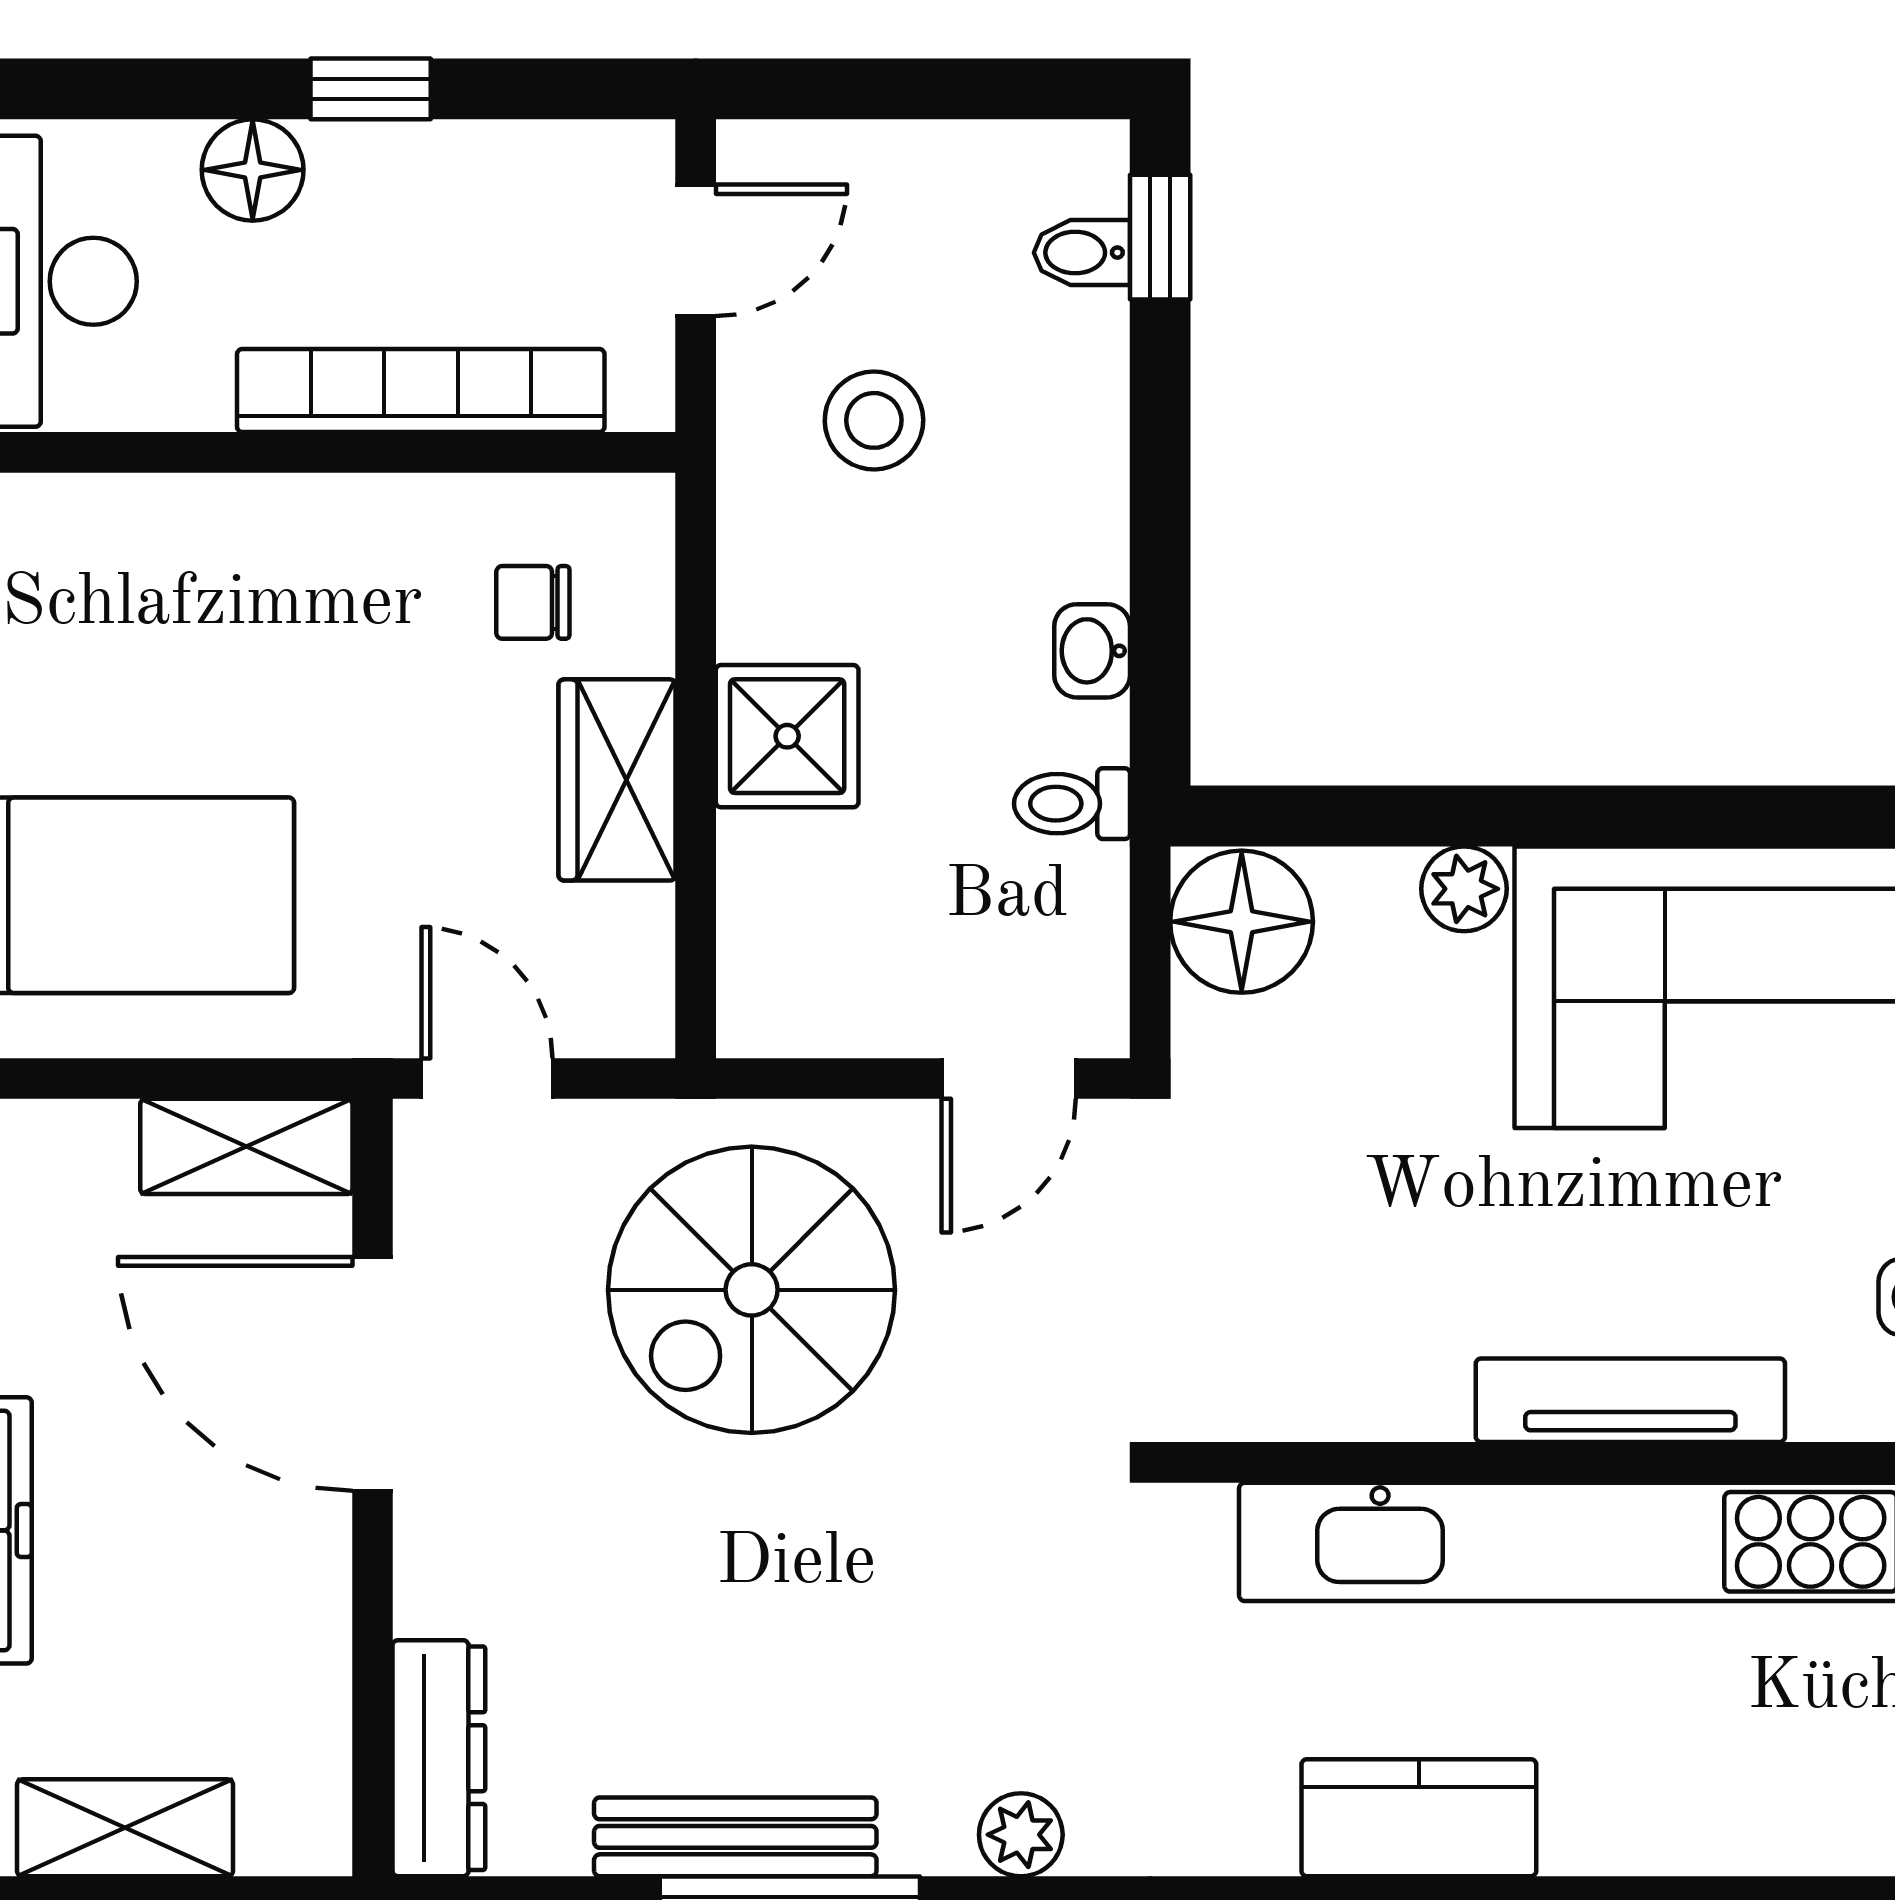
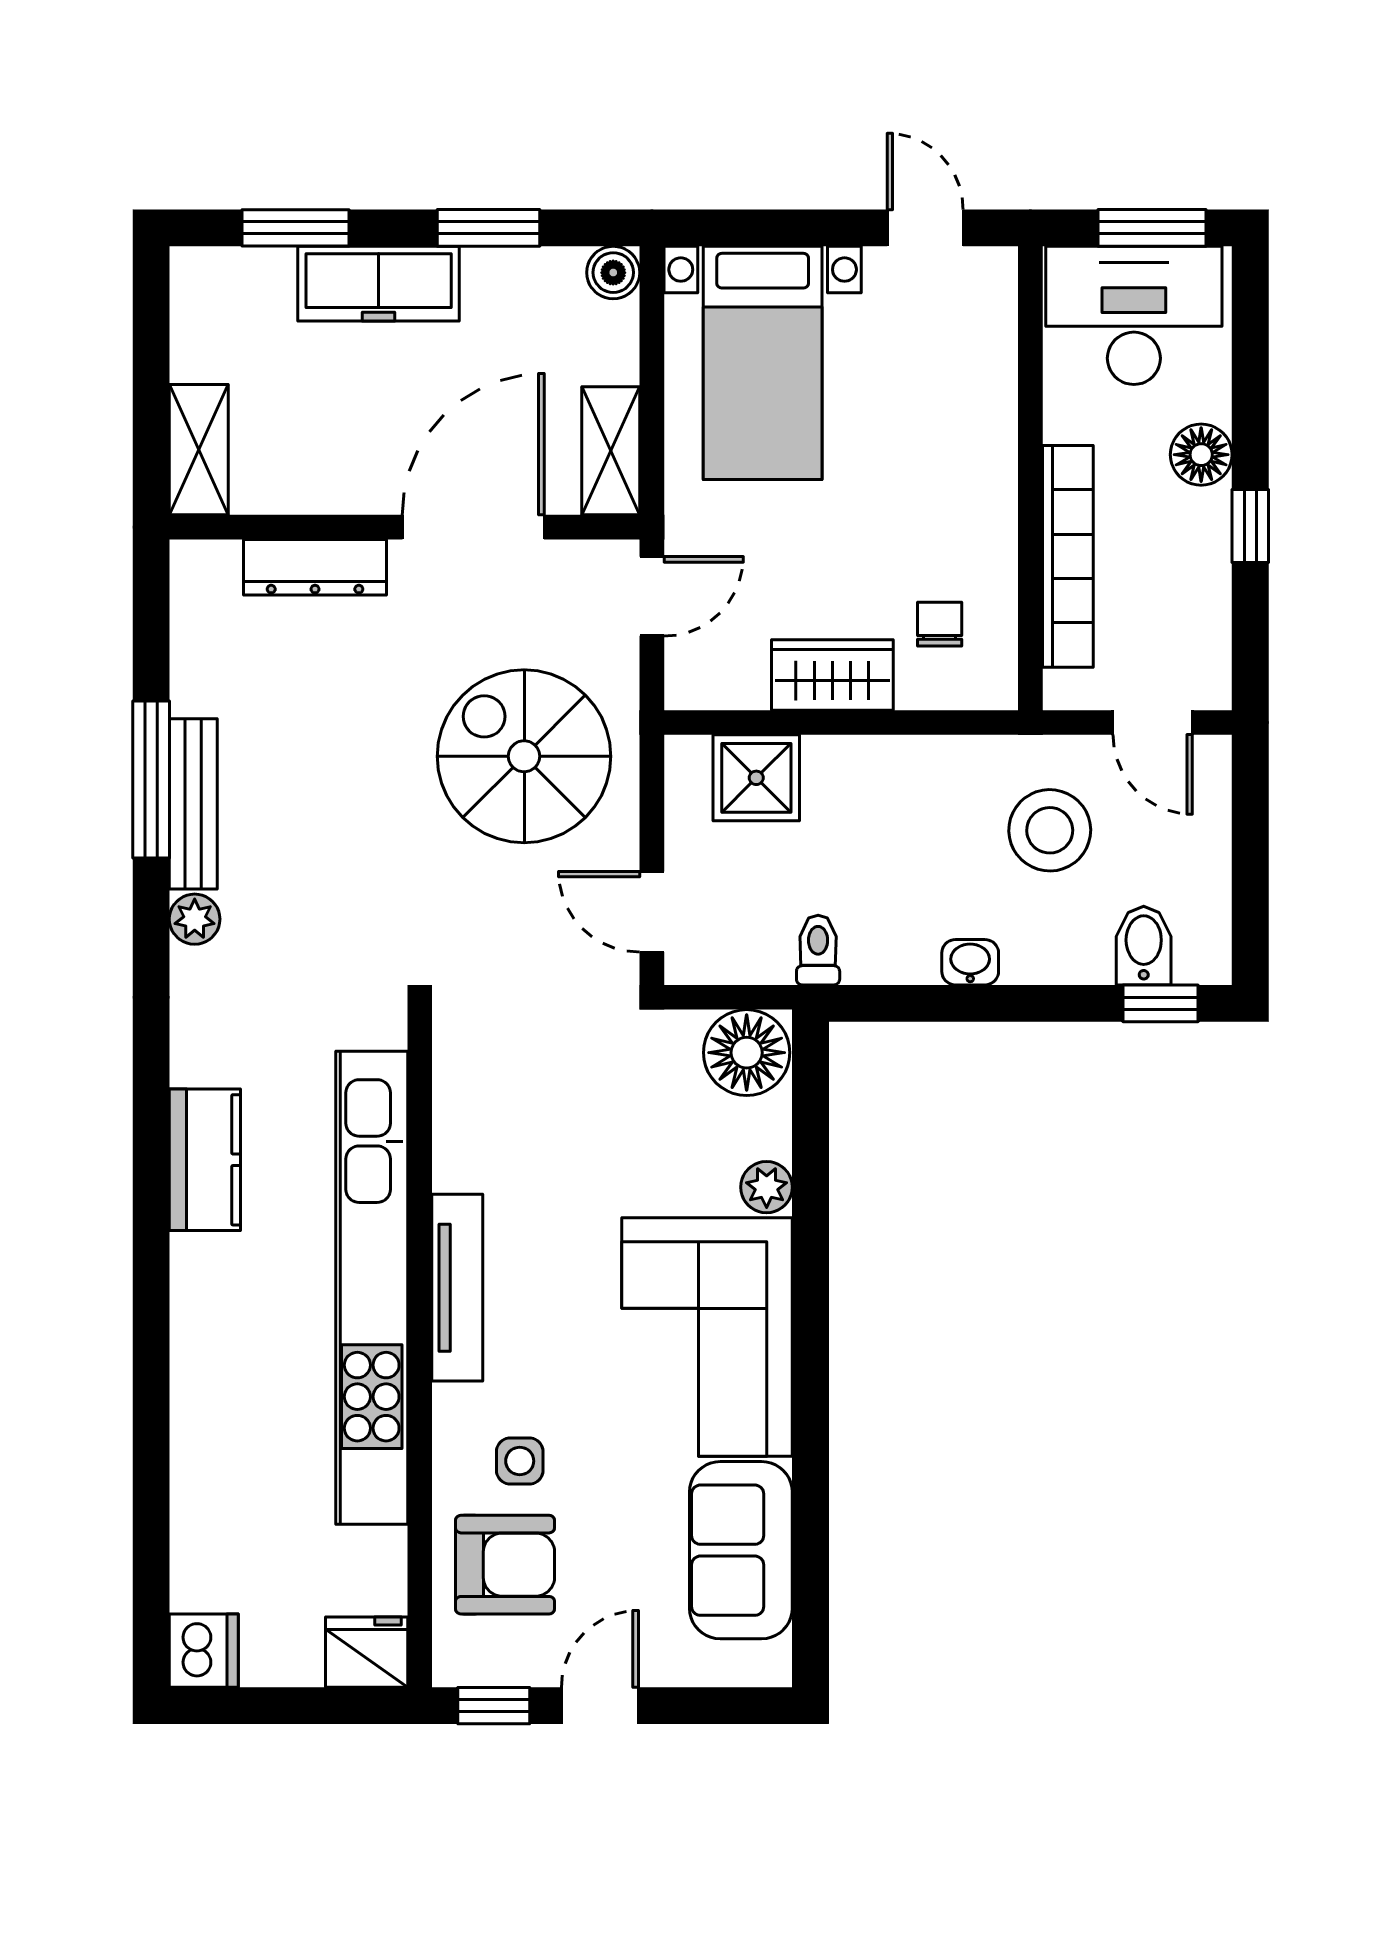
bidet: (1082, 253) -> (1144, 946), width x1.38, depth x1.36
stool: (874, 420) -> (1050, 830), width x1.38, depth x1.38
washbasin: (1092, 651) -> (970, 962), moved
shower: (787, 736) -> (756, 778), moved
dresser: (439, 1758) -> (315, 567), moved
shelving: (125, 1828) -> (199, 450), moved
bench: (735, 1837) -> (193, 804), moved

